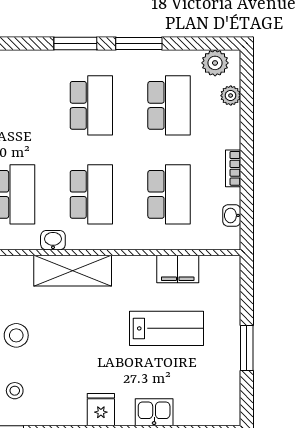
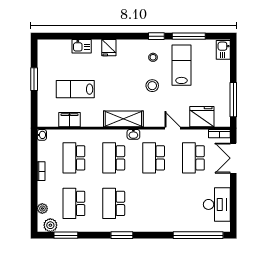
window: (139, 43) -> (66, 235), moved
washbasin: (232, 215) -> (42, 135), moved

